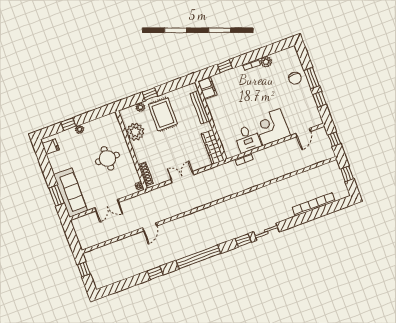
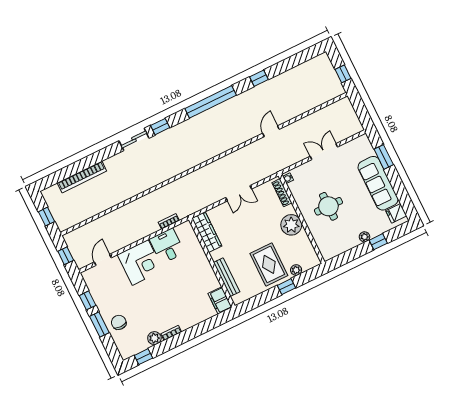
window: (225, 66) -> (143, 357), moved
plant: (135, 132) -> (291, 225), moved
sofa: (71, 193) -> (378, 183), moved

